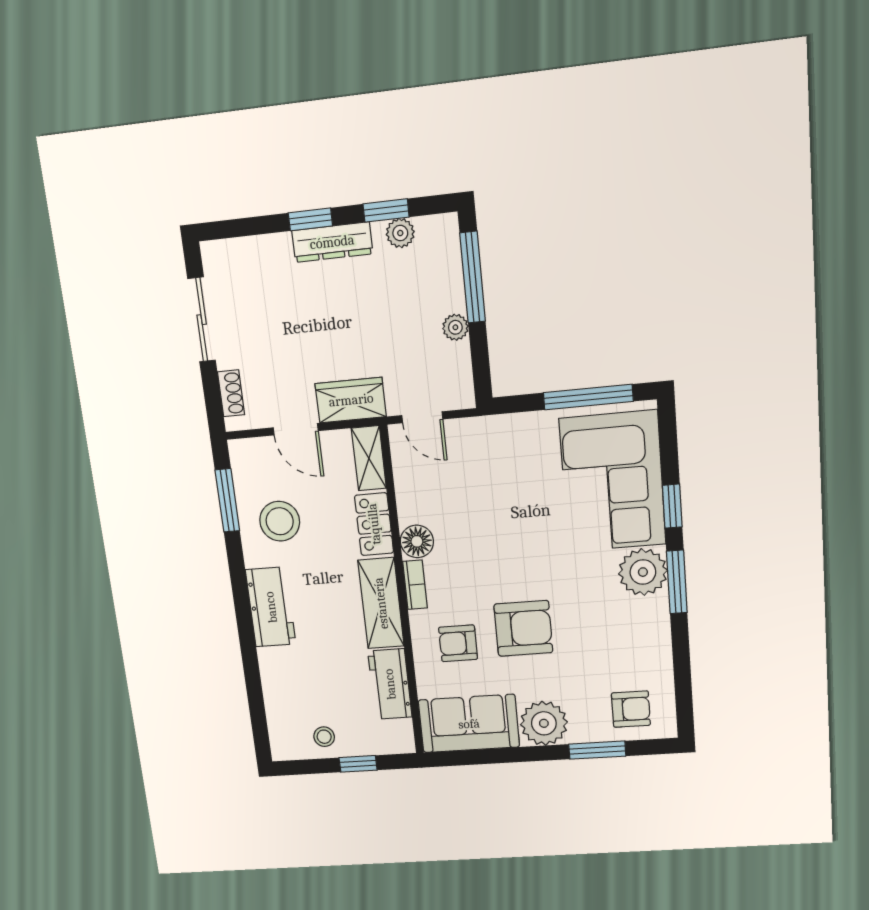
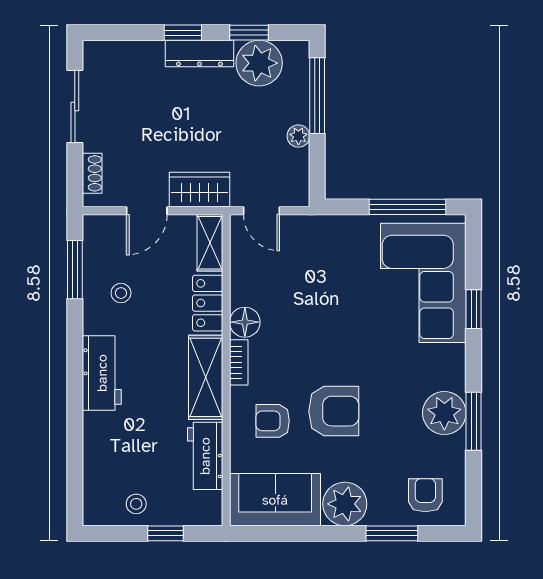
plant: (400, 233) -> (259, 63), width x1.88, depth x1.88
door: (296, 429) -> (147, 211), hinge flipped
stool: (280, 521) -> (121, 293), width x0.53, depth x0.53
plant: (643, 572) -> (444, 413), moved
window: (677, 582) -> (474, 421), moved
armchair: (631, 709) -> (425, 495), turned -90

